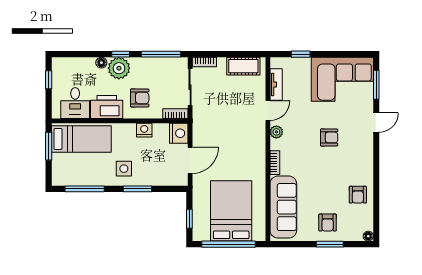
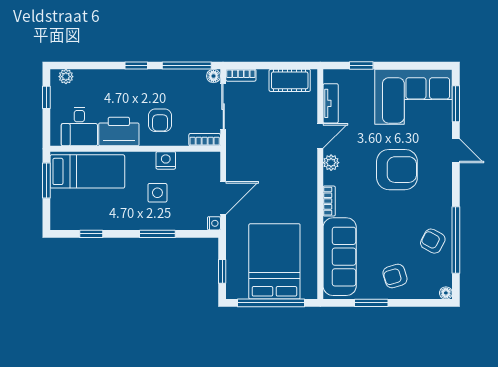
floor lamp: (101, 63) -> (213, 76), moved
plant: (119, 68) -> (66, 77), moved, width x0.53, depth x0.53
armchair: (140, 98) -> (160, 120), turned 90
door: (376, 122) -> (456, 151), hinge flipped
nightstand: (179, 133) -> (214, 223), moved, width x0.53, depth x0.56
armchair: (329, 137) -> (397, 170), width x1.88, depth x1.88
side table: (124, 169) -> (157, 193), moved
window: (85, 189) -> (91, 234), width x0.46
window: (376, 194) -> (456, 240), added
armchair: (358, 195) -> (433, 241), turned 118
armchair: (328, 223) -> (395, 276), turned 73
window: (330, 244) -> (371, 303), moved

